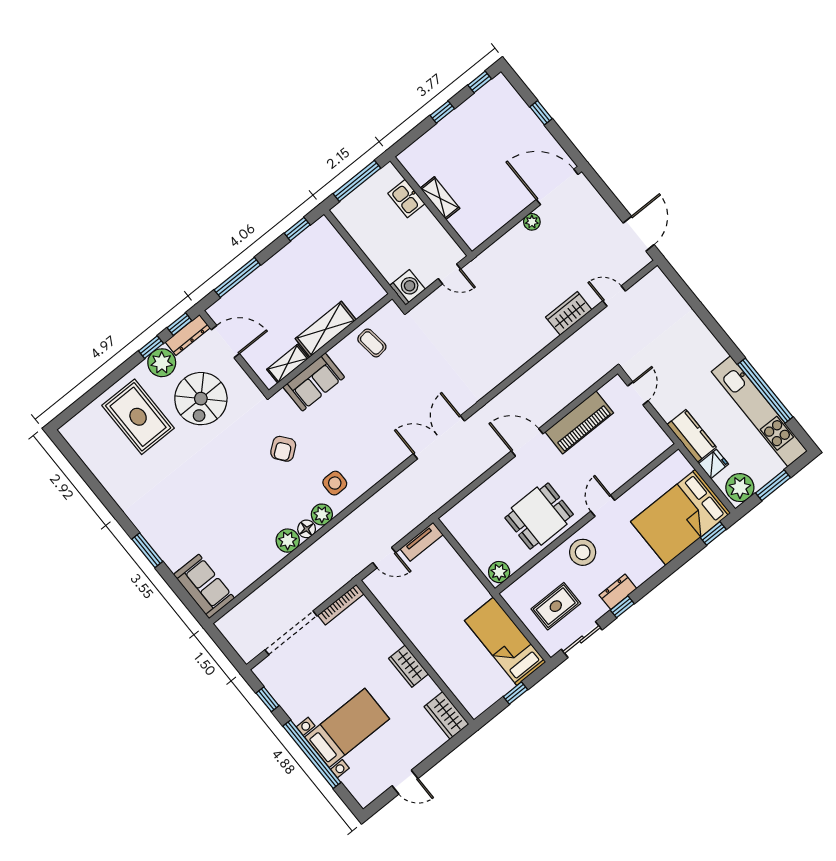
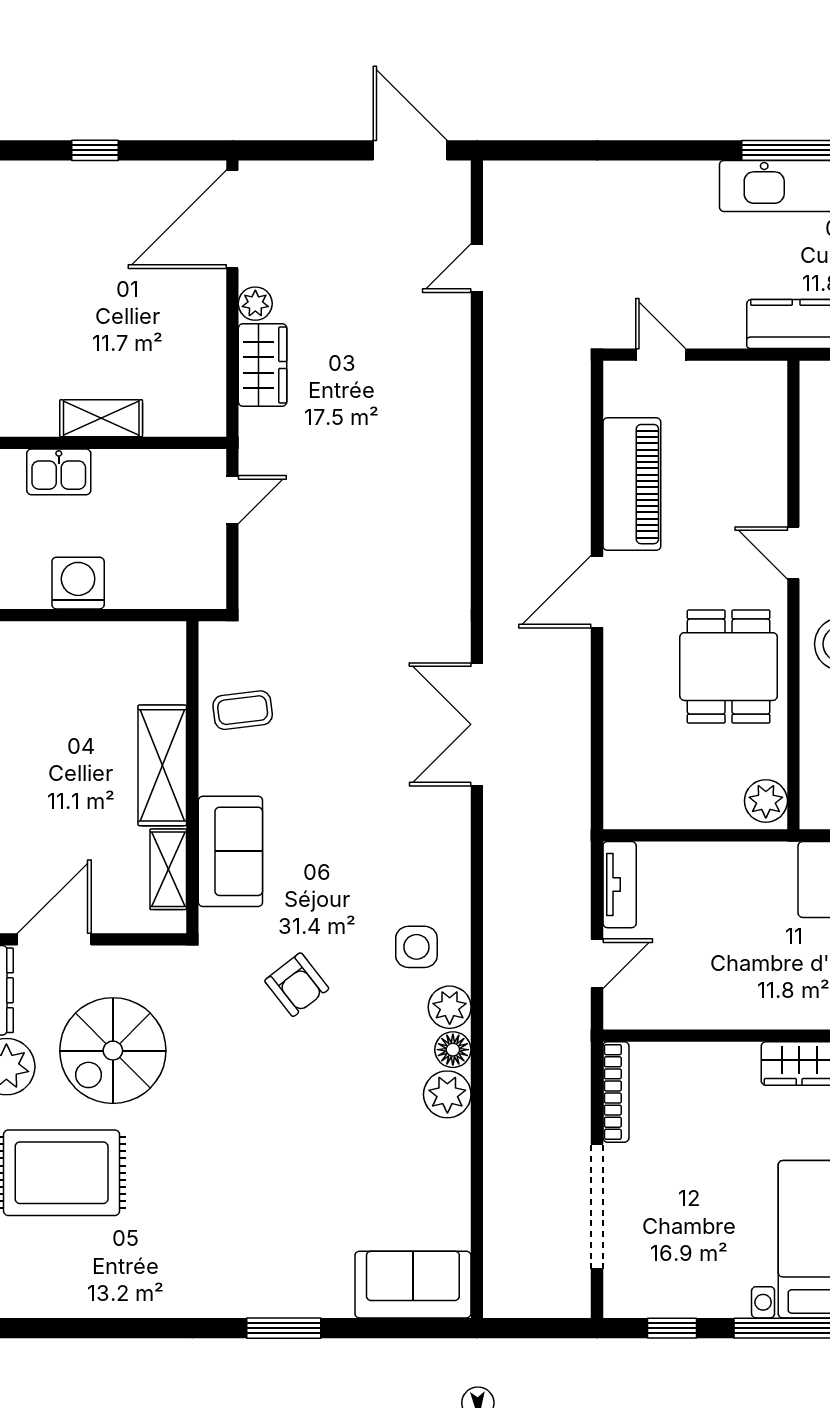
washing machine: (408, 287) -> (78, 583), moved
wardrobe: (569, 313) -> (263, 365), moved, turned 180
spiral stairs: (201, 399) -> (113, 1051), turned 90

